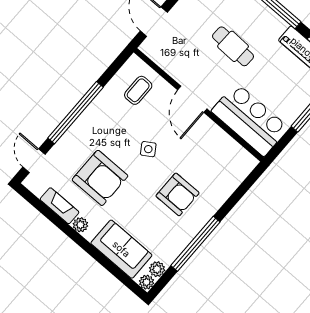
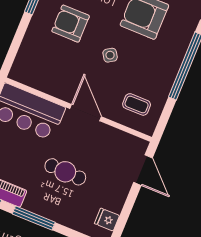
coffee table: (138, 90) -> (137, 104), turned 90

